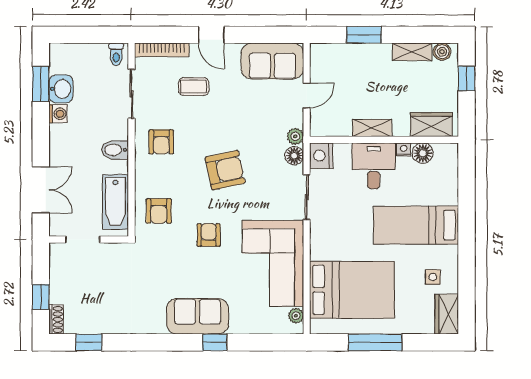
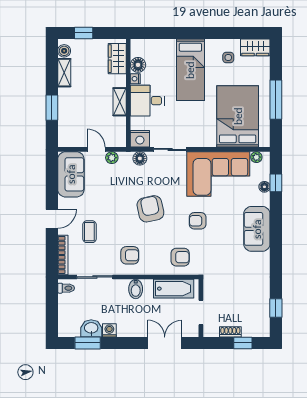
plant: (295, 136) -> (112, 158), moved
shoe rack: (56, 319) -> (230, 332), moved
floor lamp: (255, 327) -> (264, 187), added
window: (215, 342) -> (276, 183), moved

